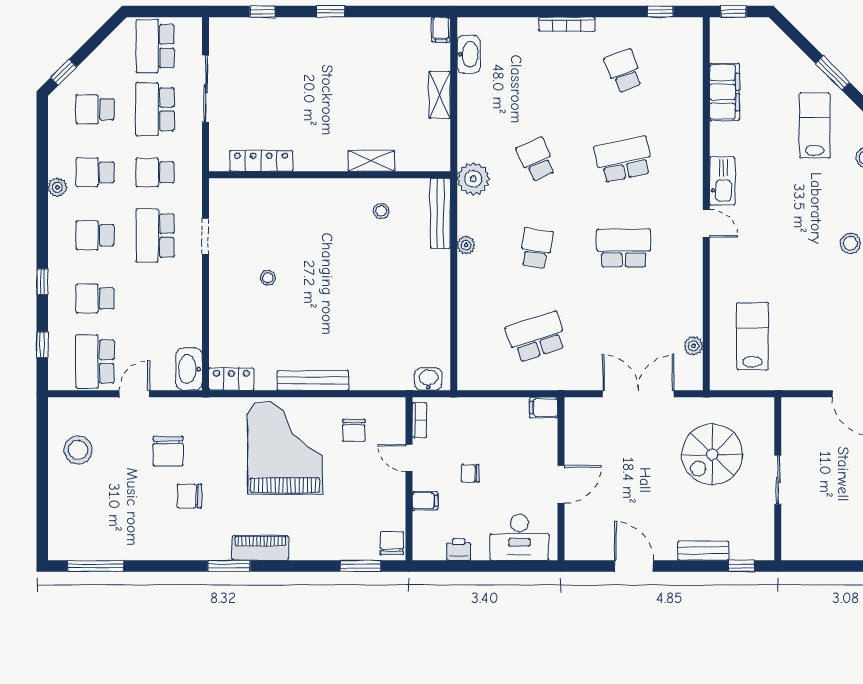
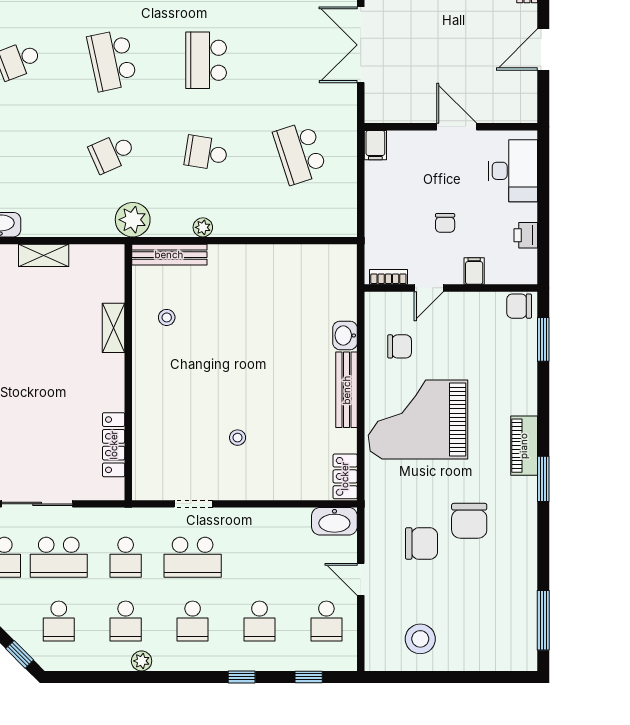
school desk: (95, 362) -> (326, 621), width x0.54
washbasin: (428, 379) -> (345, 335), moved
chair: (190, 496) -> (469, 521), width x1.37, depth x1.37

